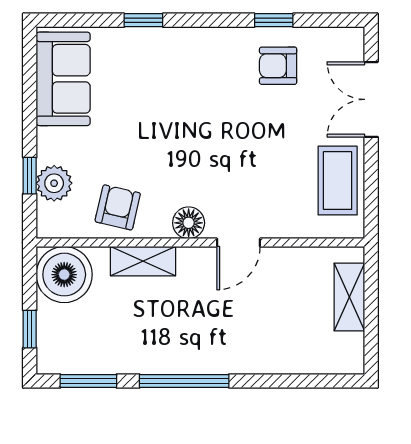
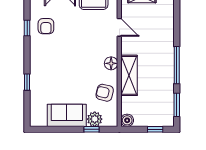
sofa: (63, 79) -> (67, 115), moved
door: (238, 243) -> (119, 27), moved
shelving: (143, 261) -> (129, 75), width x1.50, depth x1.33
boiler: (64, 275) -> (127, 120), width x0.54, depth x0.54

